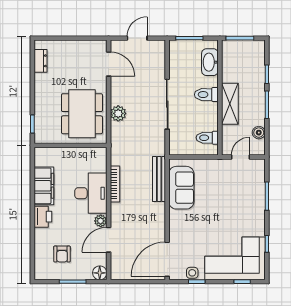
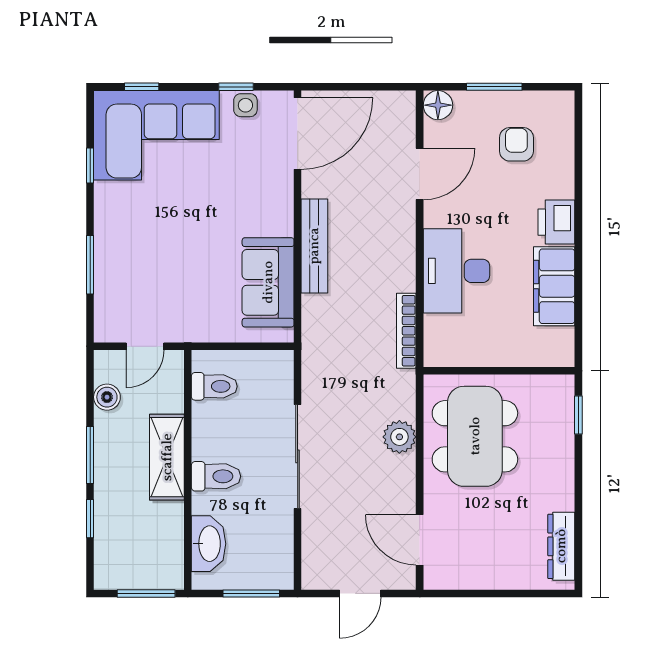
dresser: (40, 61) -> (561, 546), width x1.44
bench: (159, 179) -> (314, 246), moved
bookcase: (115, 184) -> (406, 331), moved
plant: (101, 221) -> (436, 213), removed

